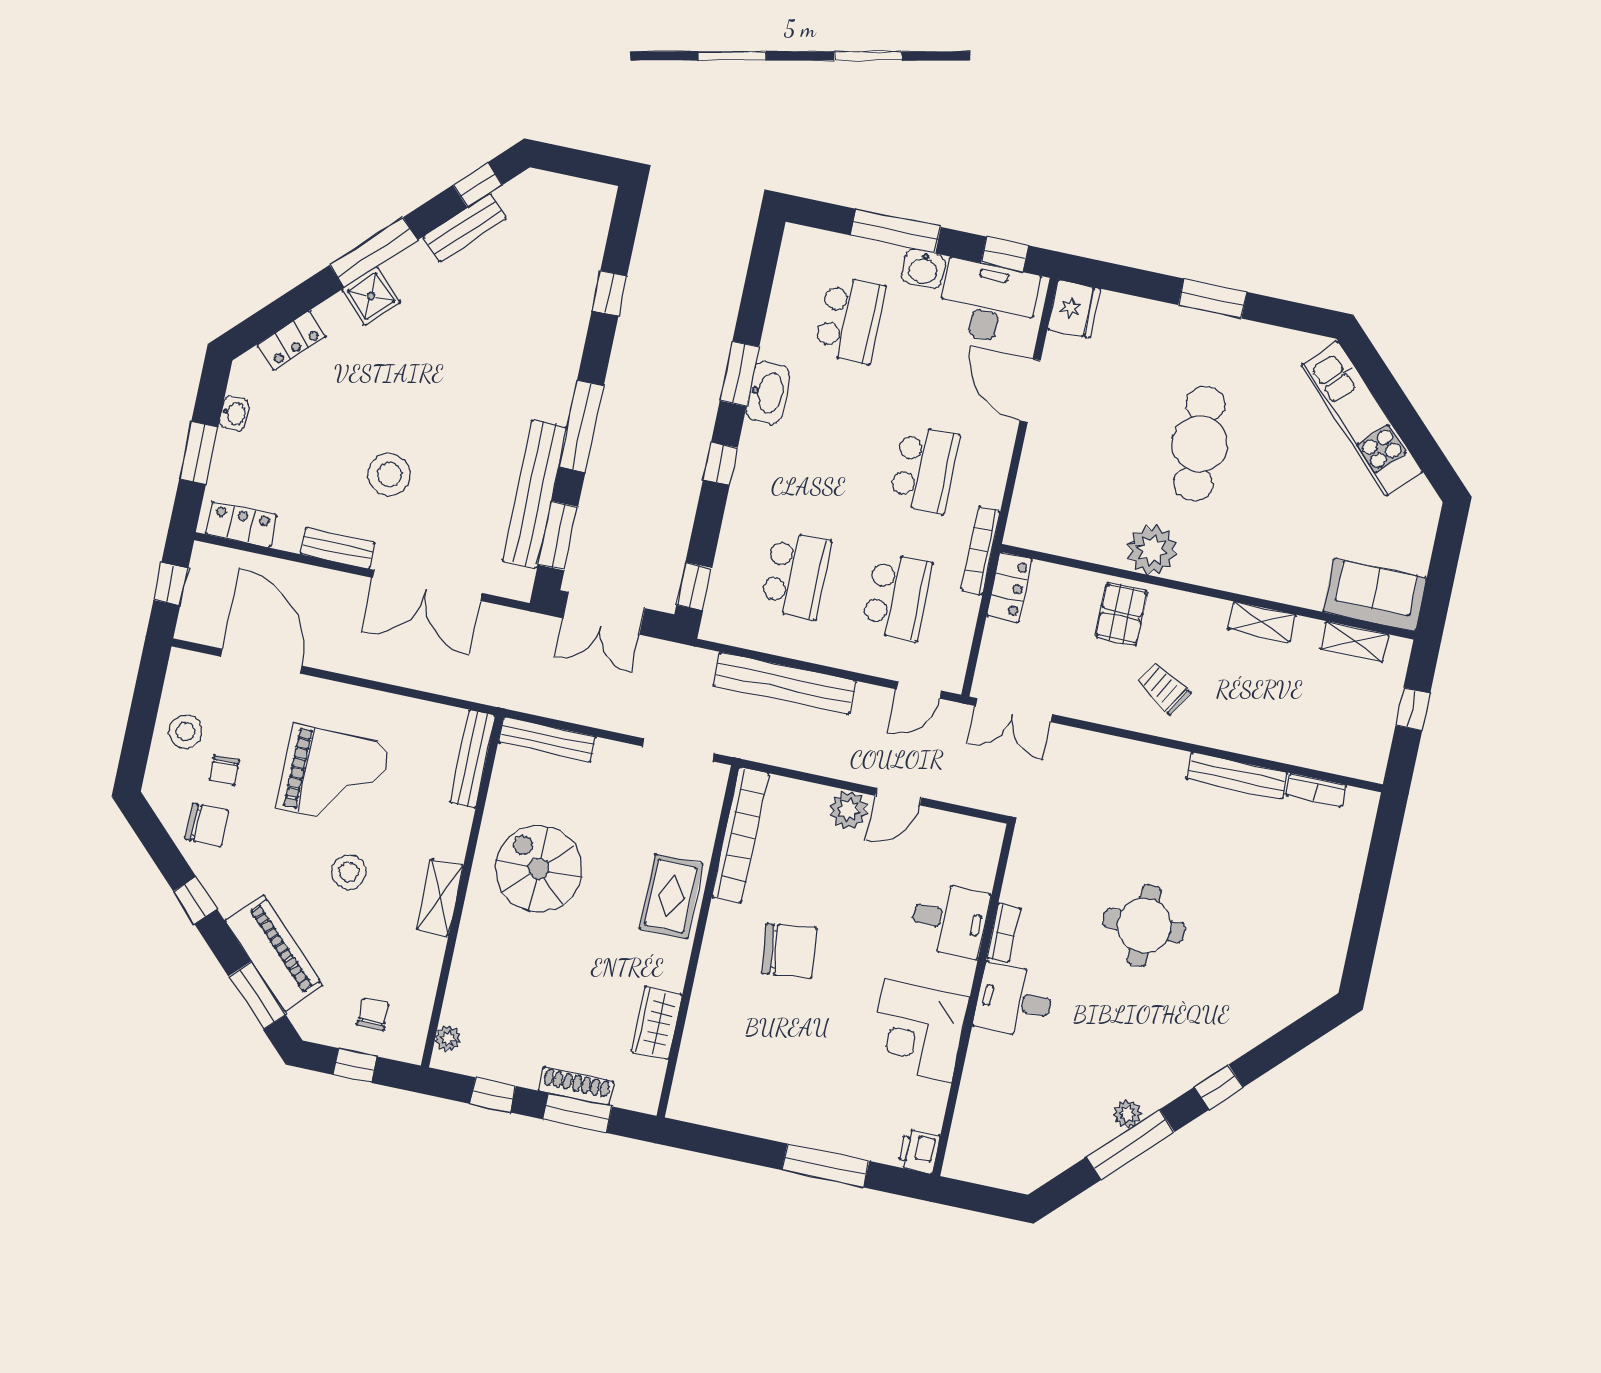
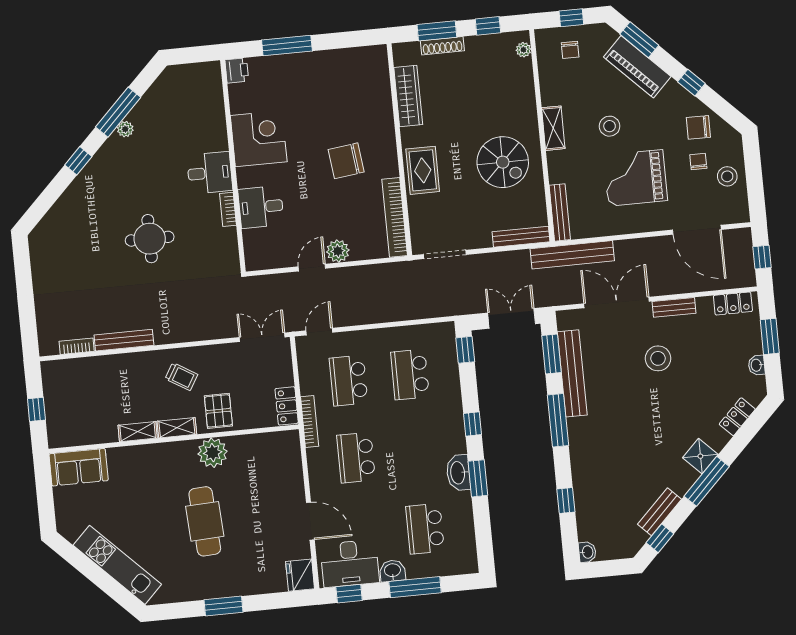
washbasin: (601, 200) -> (587, 552), added
shelving: (1354, 642) -> (177, 428), moved
bench: (784, 683) -> (572, 255), moved
wardrobe: (657, 1023) -> (408, 96), width x1.50

